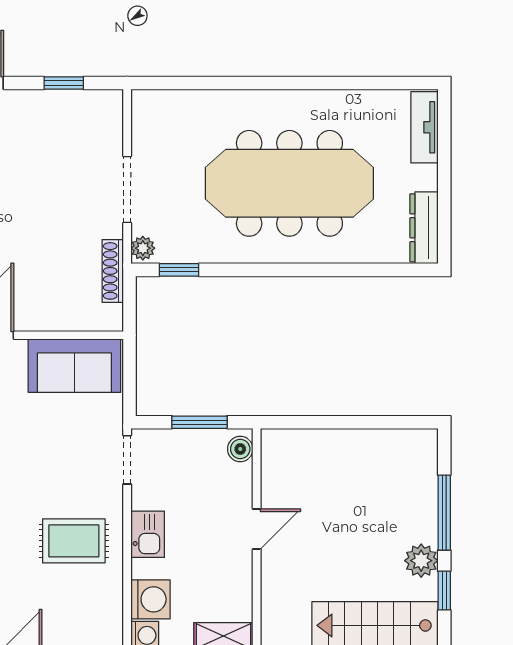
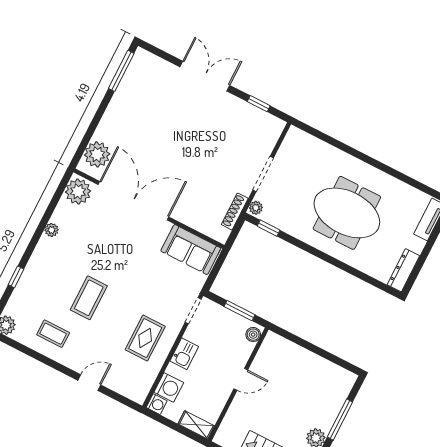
meeting table: (289, 183) -> (347, 213), width x0.73
rug: (74, 541) -> (145, 338), turned 90

